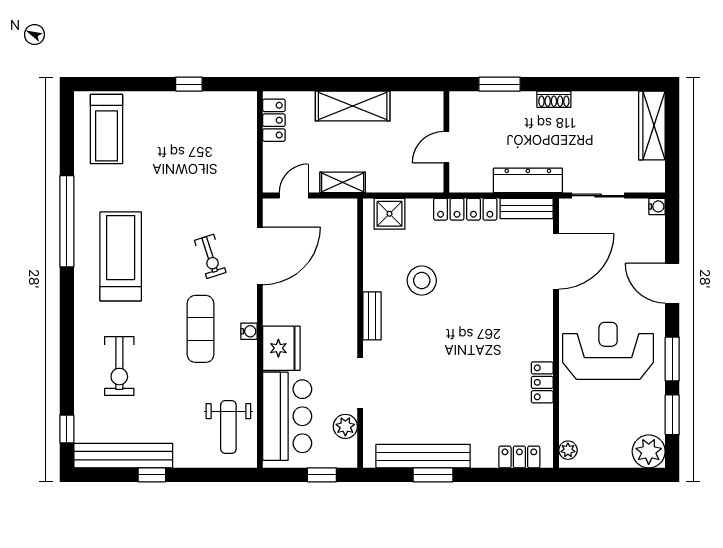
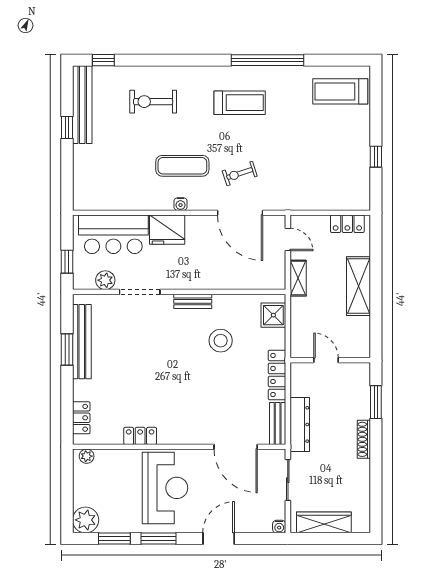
shoe rack: (554, 99) -> (364, 439), width x1.43
wardrobe: (652, 125) -> (324, 522), moved
treadmill: (121, 256) -> (240, 103), width x0.73, depth x0.73
weight bench: (228, 427) -> (105, 188), removed

